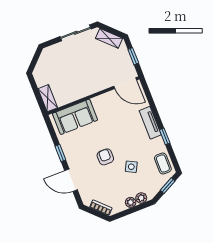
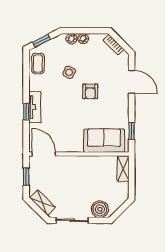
boiler: (54, 53) -> (100, 209), added
window: (165, 136) -> (26, 112), moved
window: (60, 153) -> (132, 131), moved

